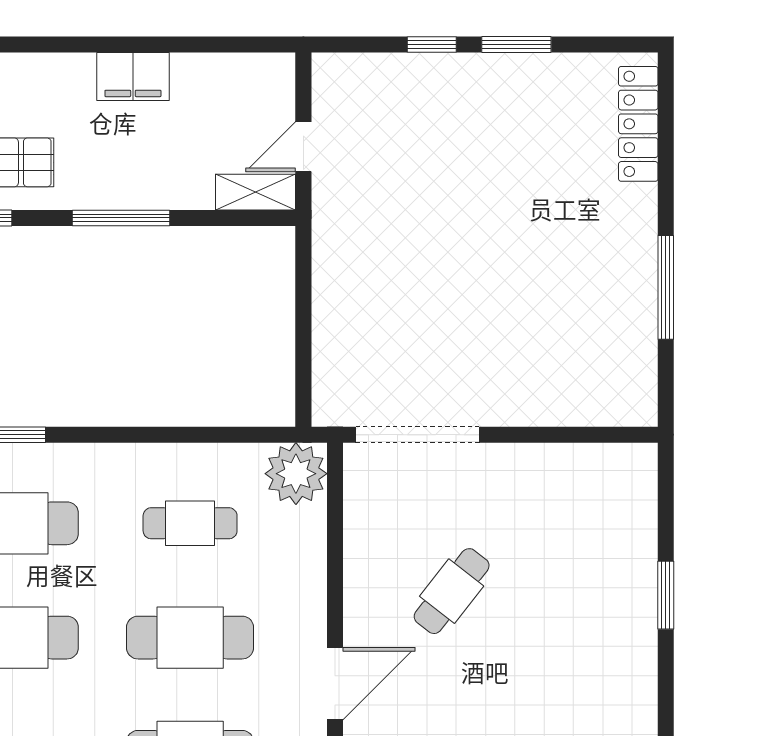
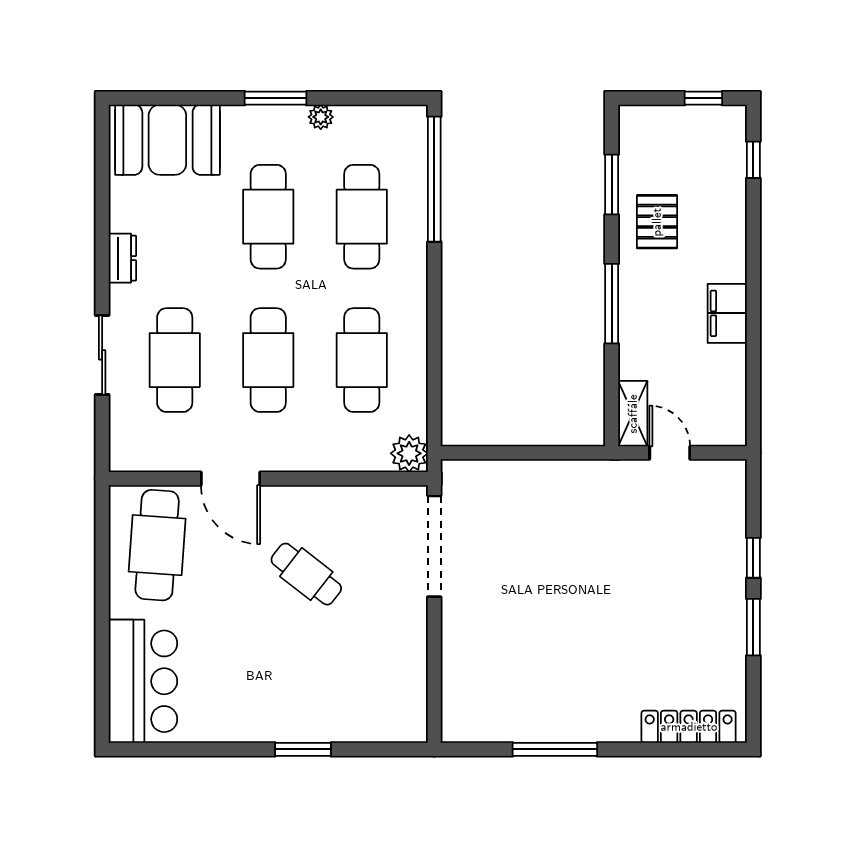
plant: (296, 474) -> (409, 453), width x0.73, depth x0.73
cafe table: (190, 523) -> (362, 360), width x1.37, depth x1.35

